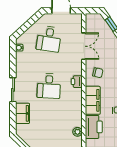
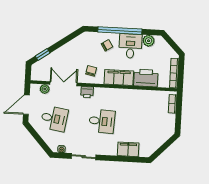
printer: (77, 82) -> (87, 92), moved
sliding door: (13, 90) -> (84, 157), moved
plant: (78, 132) -> (45, 89), moved

